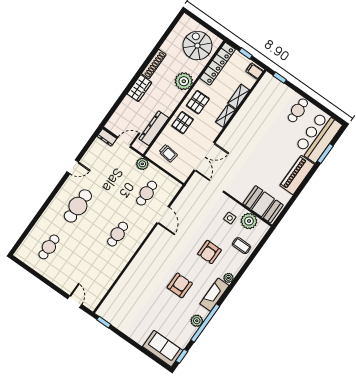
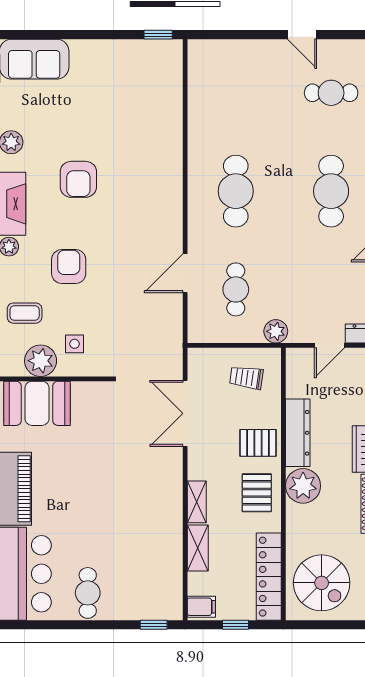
plant: (184, 81) -> (303, 486), moved
pallet: (183, 123) -> (258, 443), turned 90
dresser: (154, 128) -> (298, 433), moved
door: (163, 215) -> (185, 273), hinge flipped
cafe table: (118, 234) -> (236, 191), width x1.37, depth x1.35
cafe table: (49, 247) -> (331, 93), turned 90
door: (75, 302) -> (302, 35), moved

